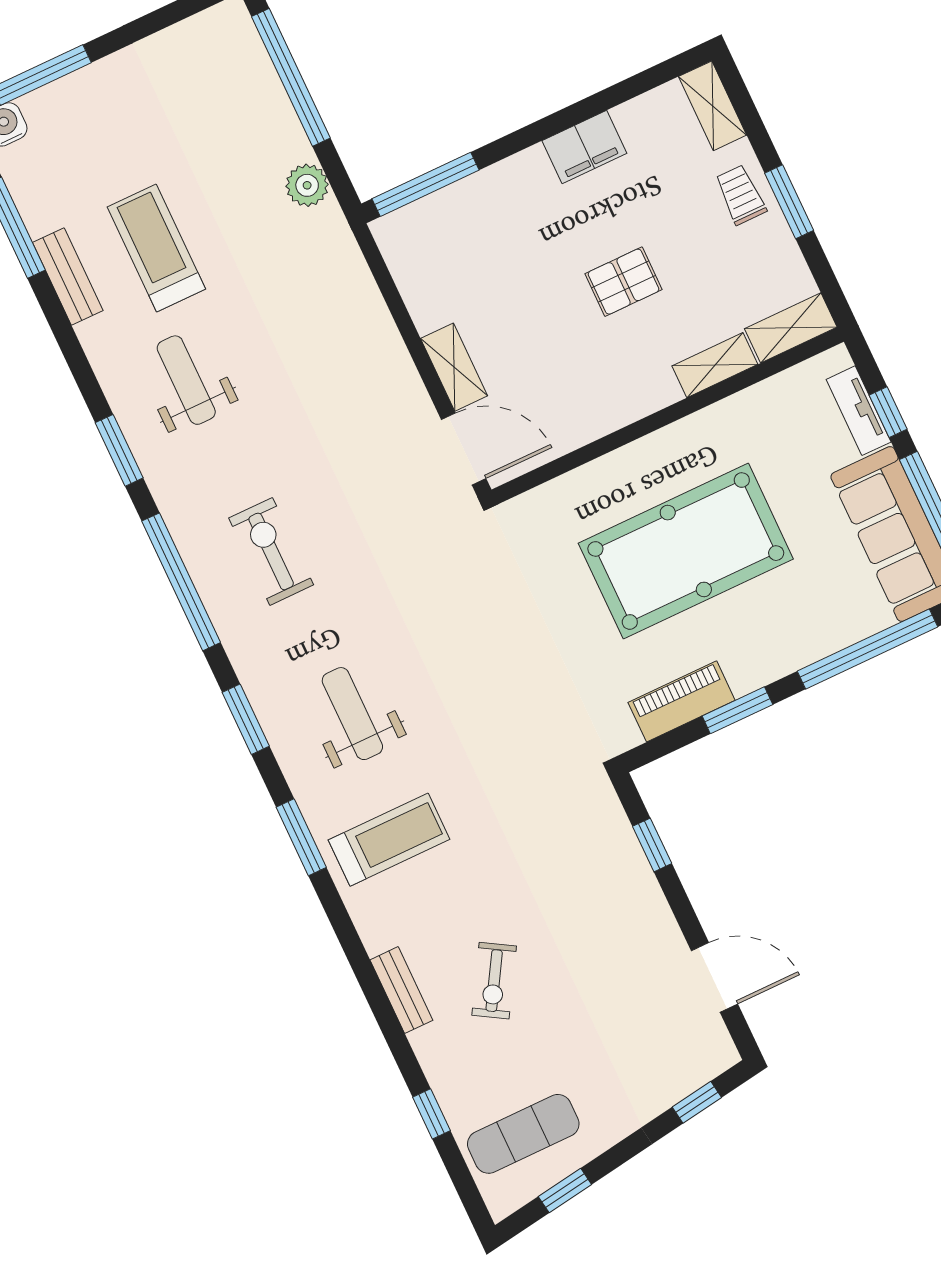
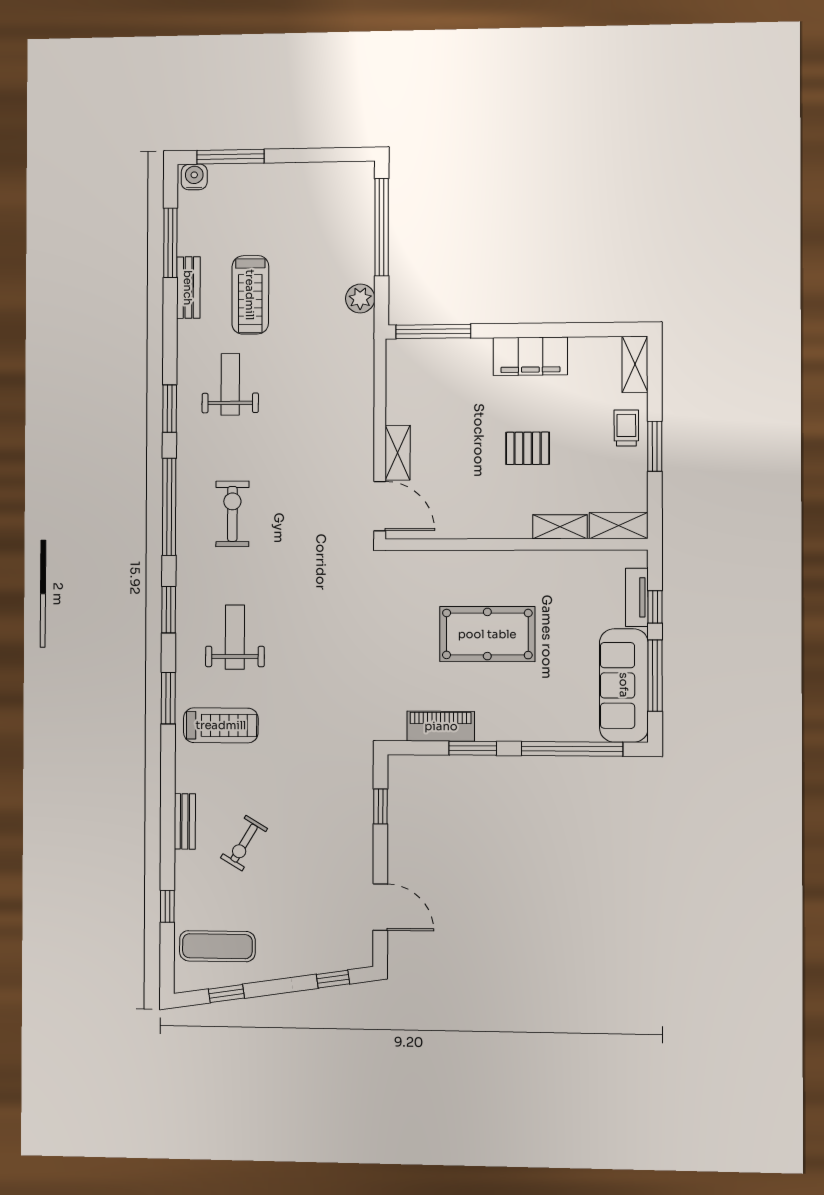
filing cabinet: (584, 147) -> (530, 356), width x1.50, depth x1.17
treadmill: (156, 248) -> (250, 295), turned 180
pool table: (686, 551) -> (487, 634), width x0.73, depth x0.76

